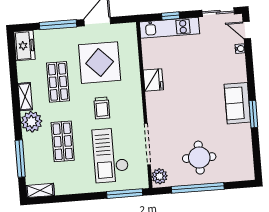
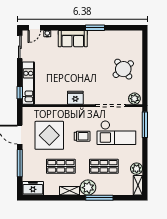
window: (171, 16) -> (20, 93), moved
fridge: (153, 80) -> (75, 98), moved
sofa: (237, 103) -> (73, 39), moved
round table: (199, 158) -> (123, 69), turned -38
window: (20, 159) -> (99, 198), moved
plant: (63, 187) -> (137, 169), added
window: (198, 188) -> (145, 72), removed

